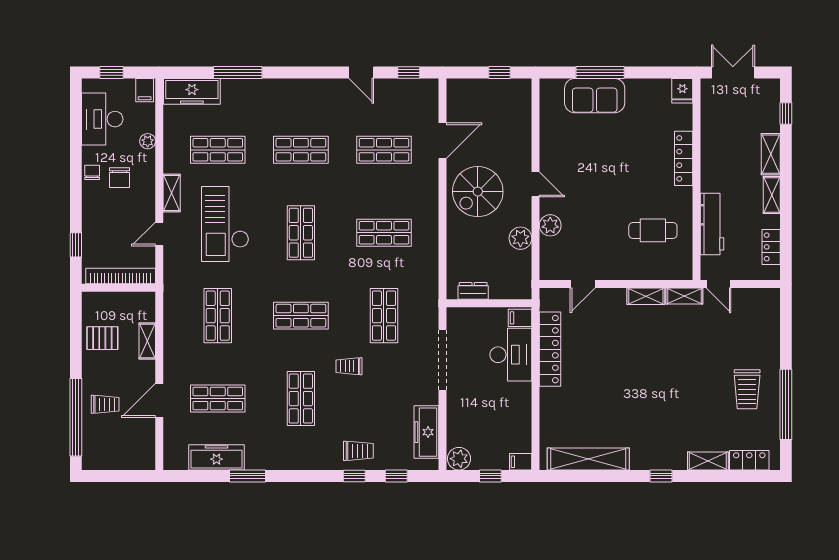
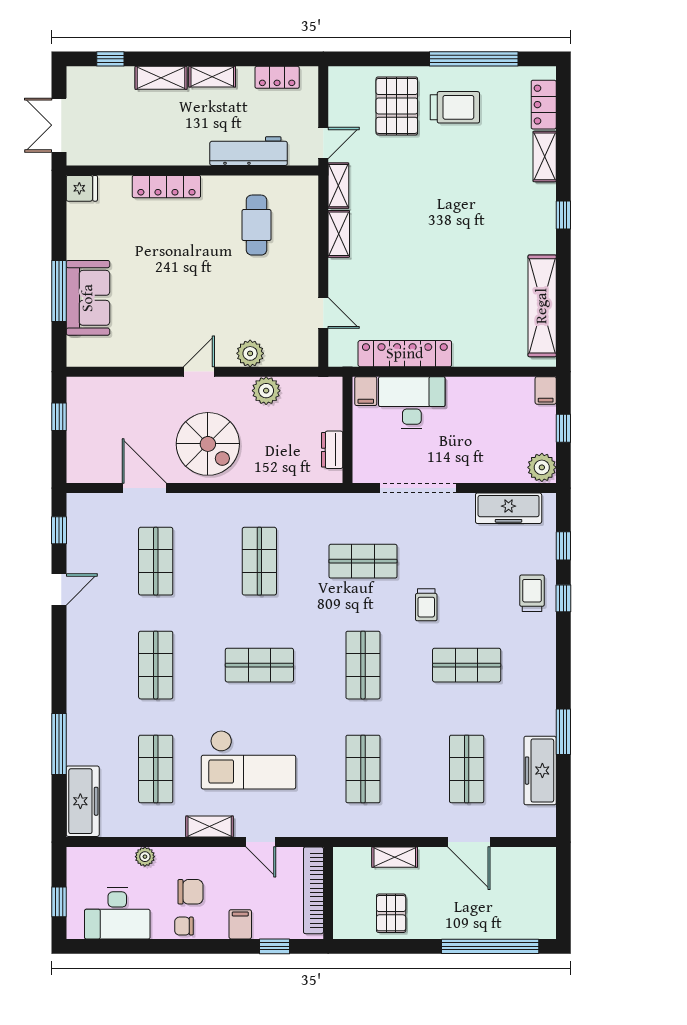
filing cabinet: (145, 90) -> (240, 924), moved, turned -90
shop shelf: (218, 316) -> (363, 769), turned 90
pallet: (748, 343) -> (397, 106), added
trolley: (105, 404) -> (474, 910), removed

